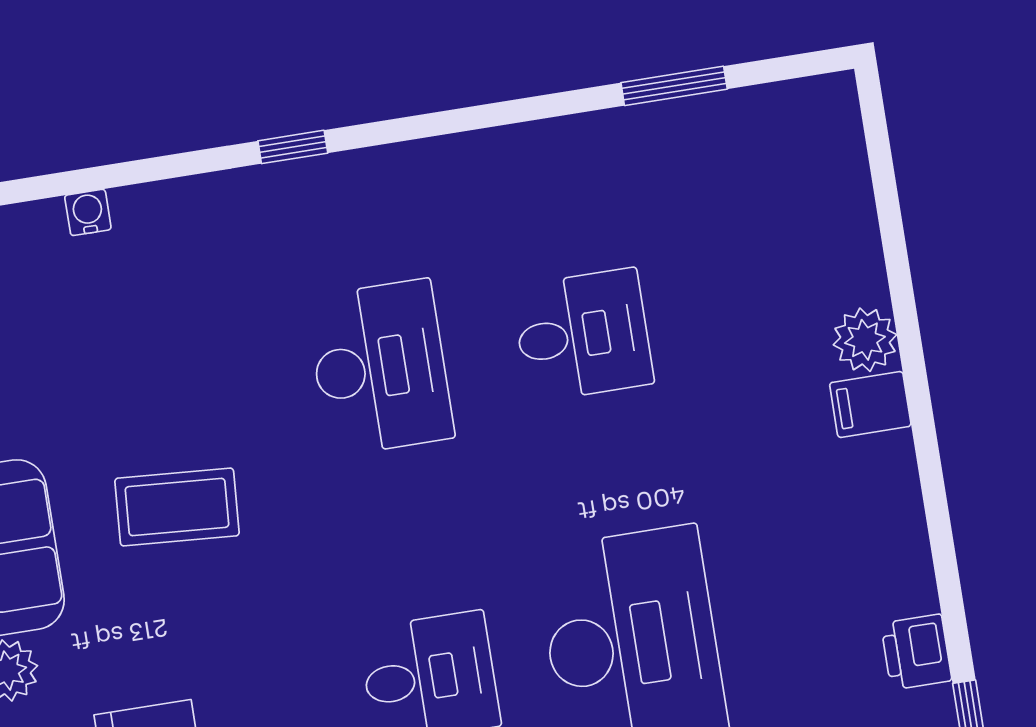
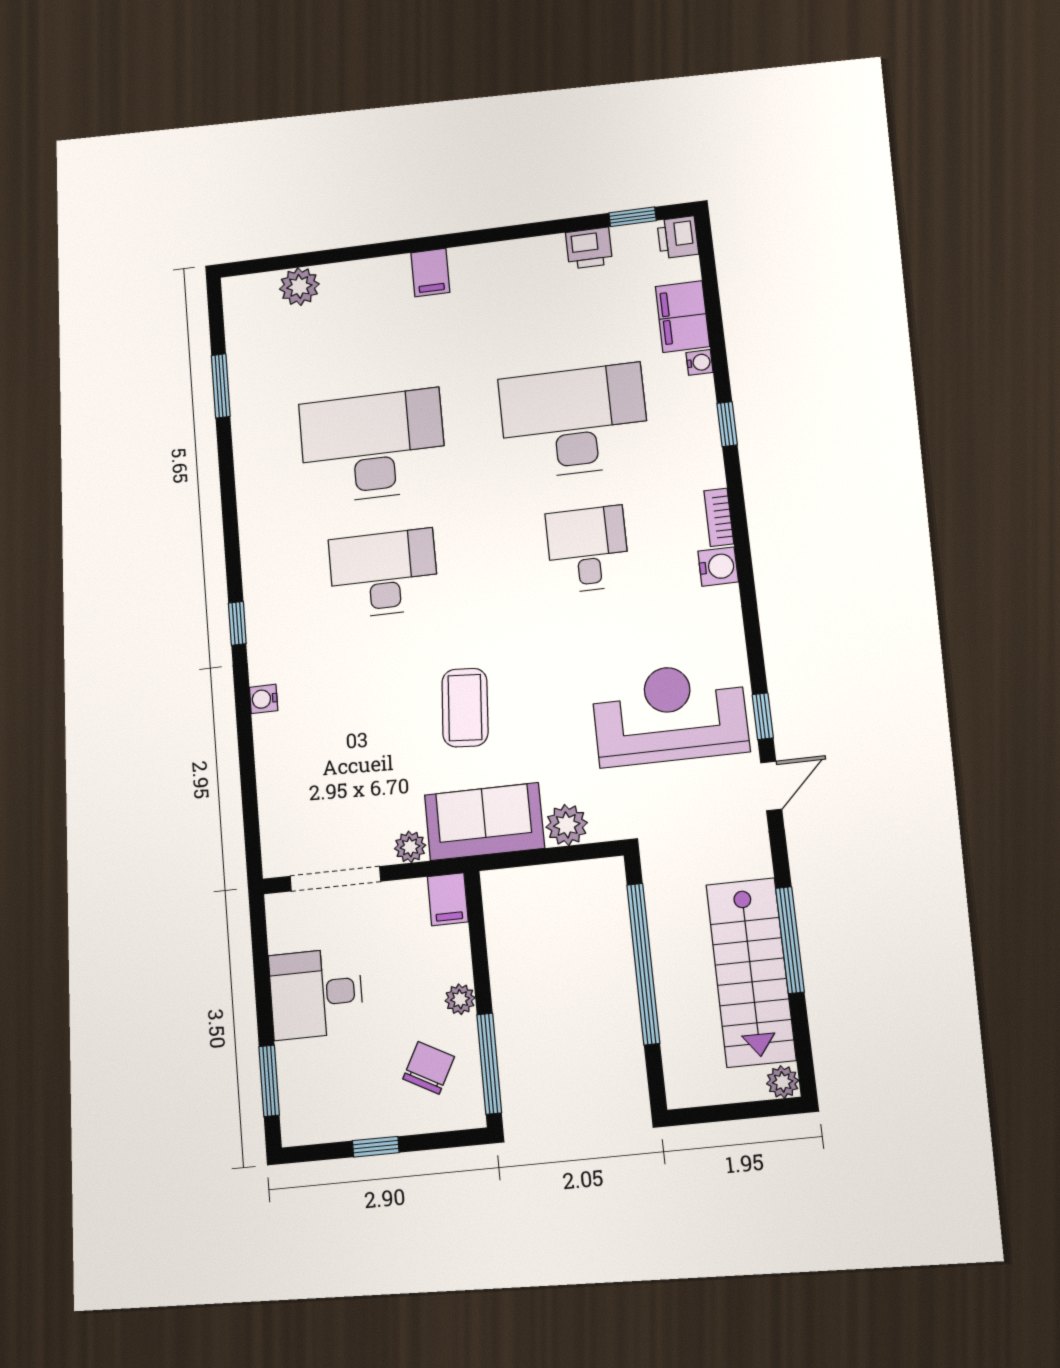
water cooler: (88, 212) -> (264, 699), moved
desk: (583, 335) -> (373, 446), width x1.87, depth x1.30
plant: (865, 340) -> (299, 287), moved

